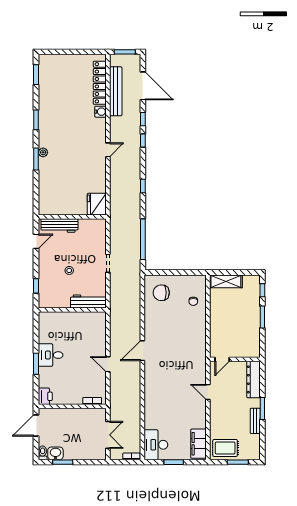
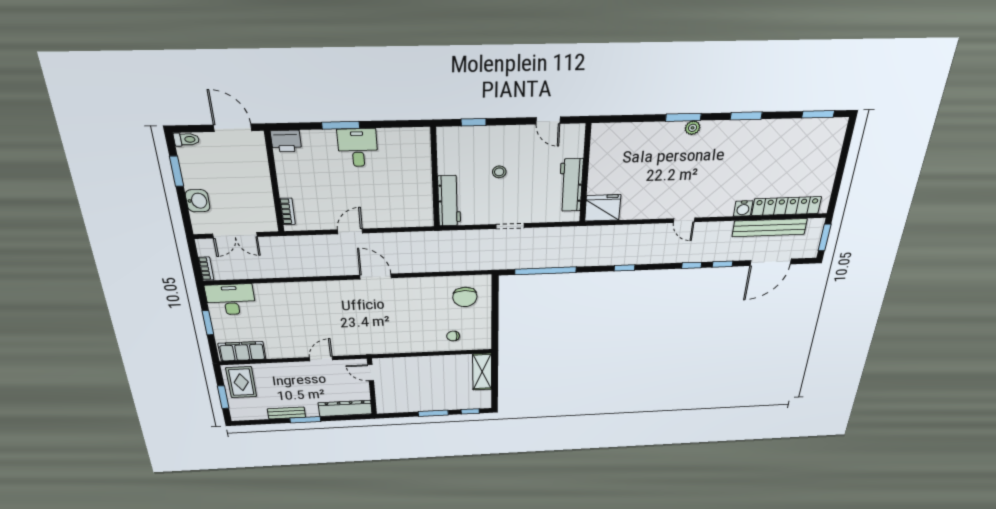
workbench: (59, 225) -> (571, 185), moved
chair: (161, 293) -> (465, 297), turned 180
washbasin: (55, 453) -> (198, 201), moved

